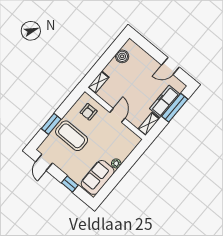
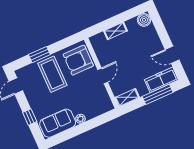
boiler: (122, 56) -> (144, 20), moved
shelving: (98, 82) -> (116, 31), moved
freezer: (165, 101) -> (161, 80), moved
armchair: (89, 112) -> (78, 60), width x1.88, depth x1.88

